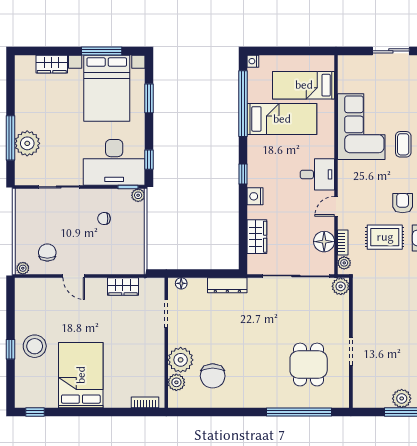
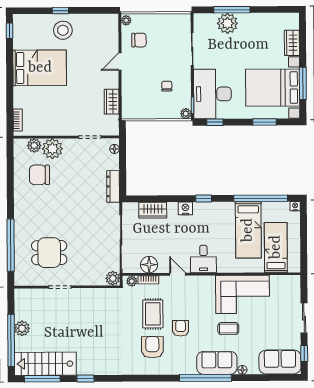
armchair: (403, 203) -> (181, 328), turned -90

